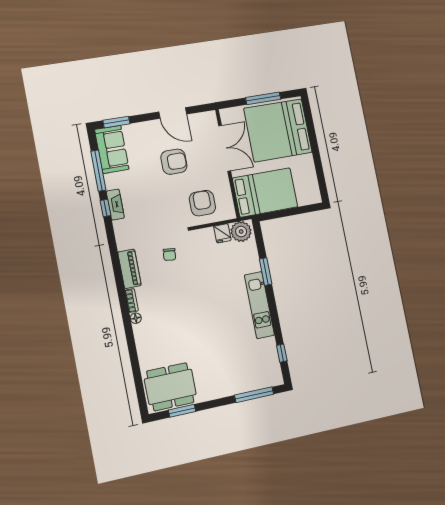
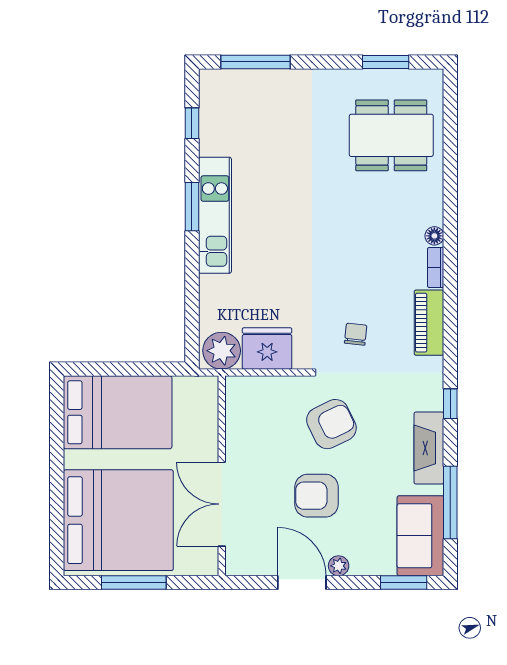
plant: (154, 125) -> (339, 566), added
bed: (265, 192) -> (118, 412), moved, turned 180
armchair: (202, 203) -> (331, 424), moved, turned -116
fireplace: (115, 205) -> (429, 448), width x1.37, depth x1.32
window: (105, 208) -> (450, 404), moved
fridge: (222, 233) -> (267, 349), width x1.88, depth x1.34
window: (266, 272) -> (192, 207), moved
dining table: (170, 387) -> (391, 135), moved

